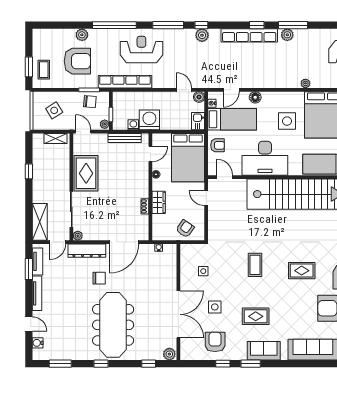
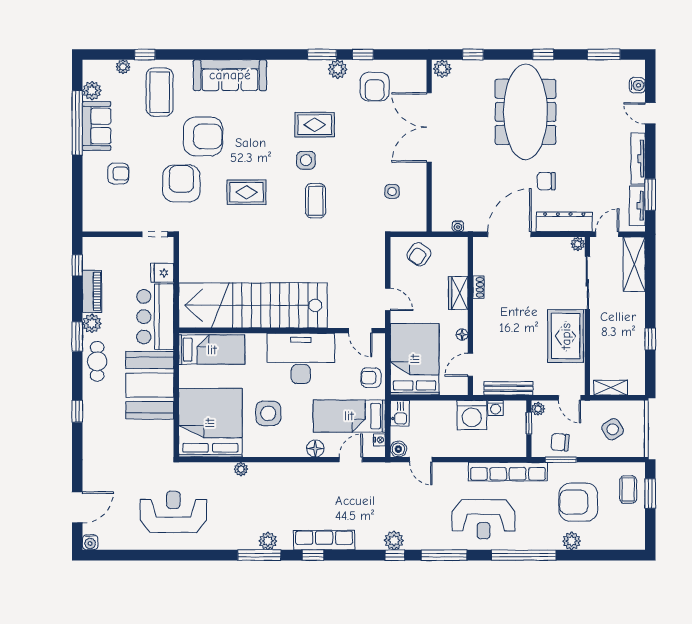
row of seats: (249, 35) -> (324, 540), width x0.73
side table: (215, 307) -> (306, 160), moved
sofa: (264, 351) -> (303, 74), removed
plant: (240, 354) -> (338, 69), added

